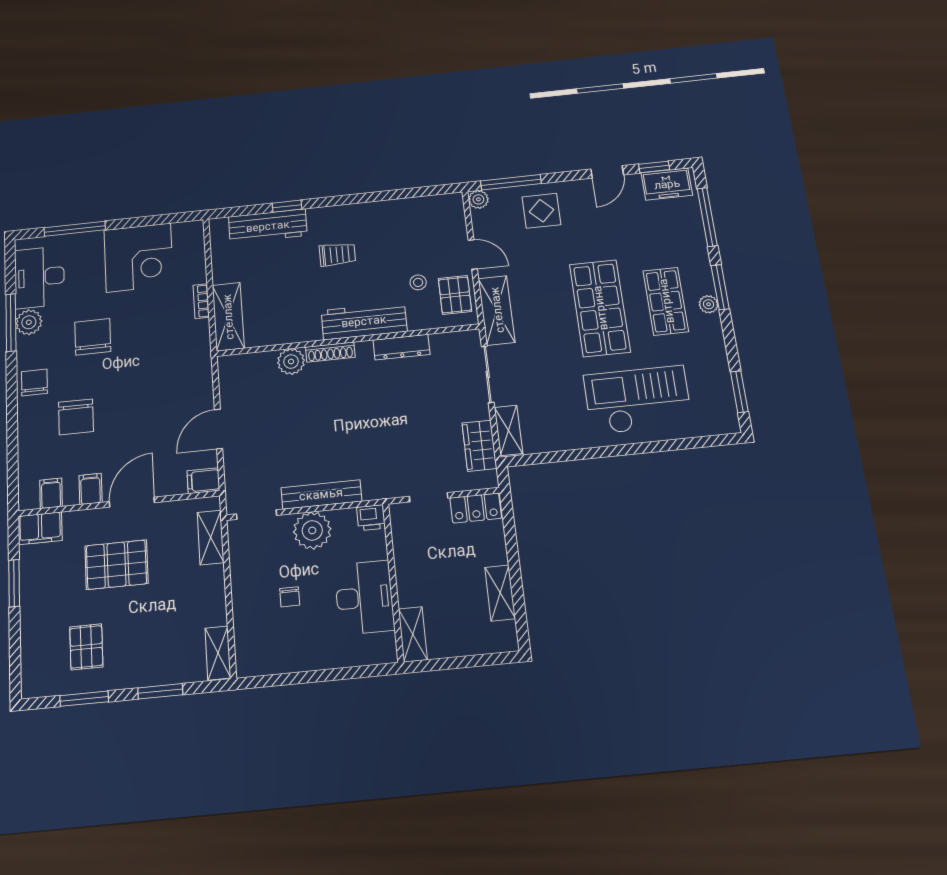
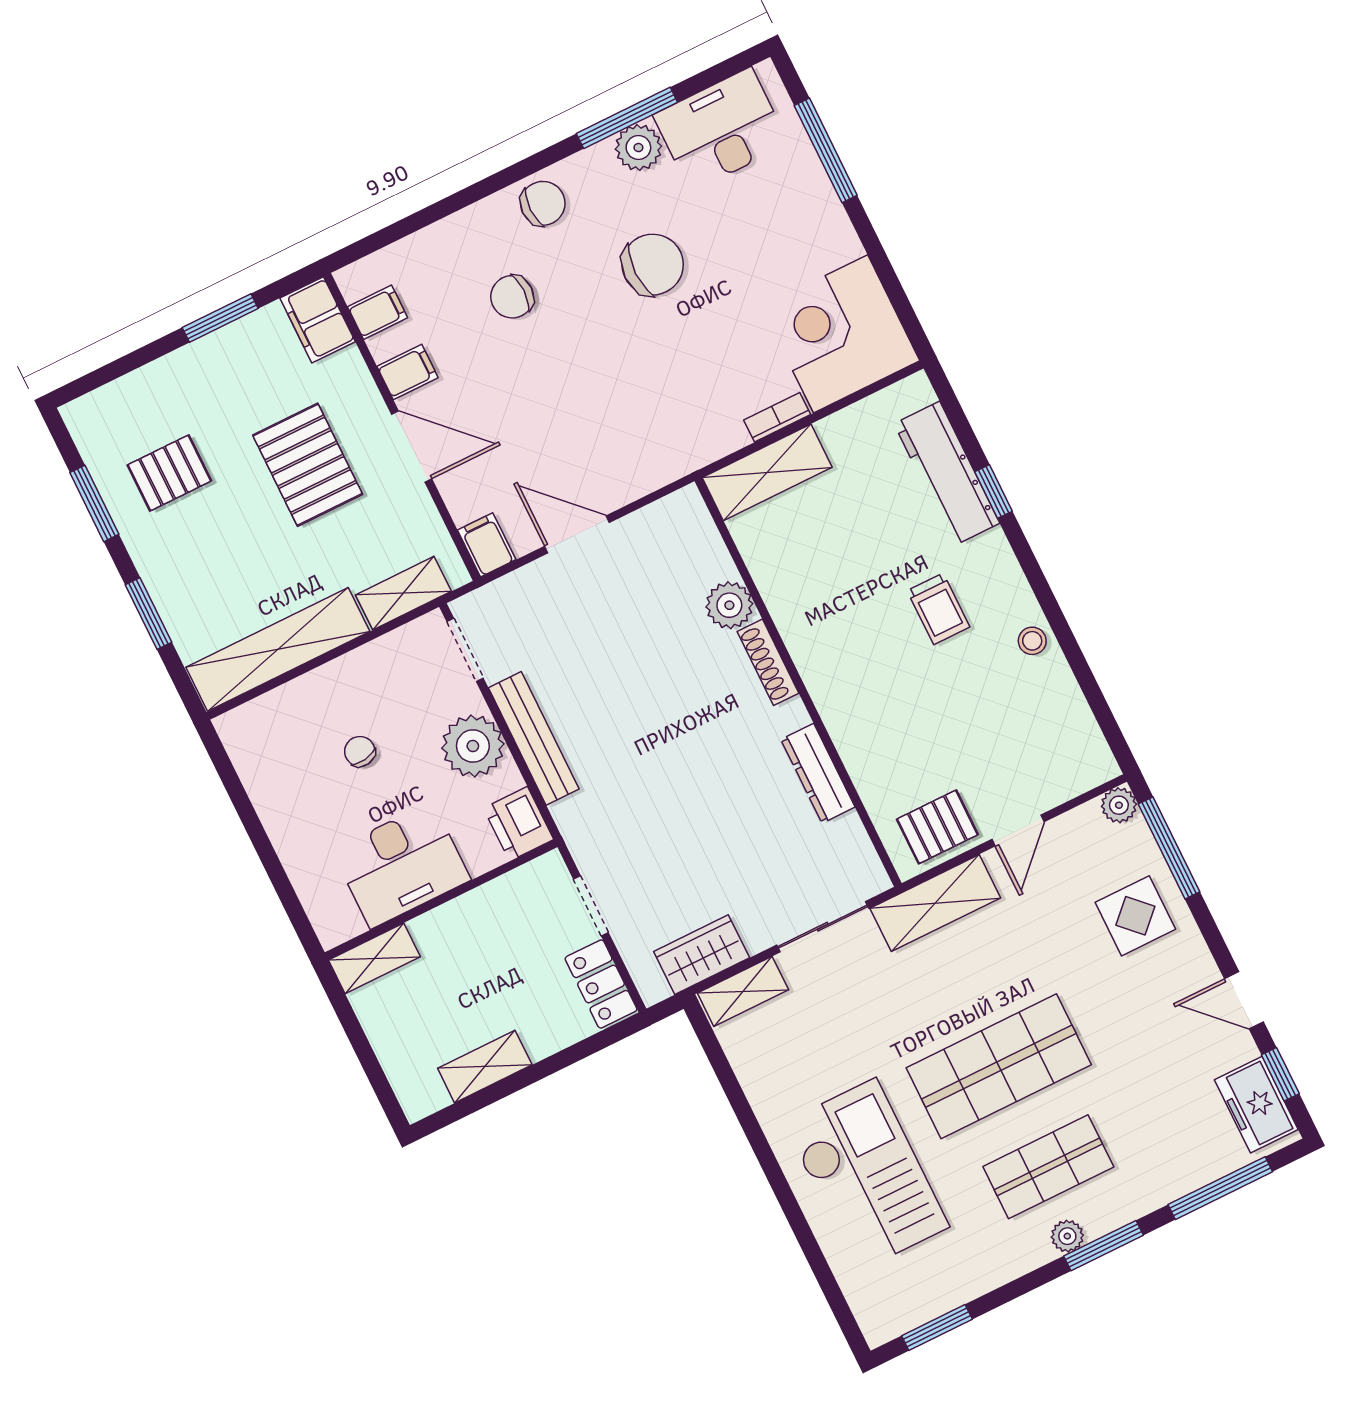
corner desk: (139, 258) -> (841, 334), moved, turned 90
stool: (418, 282) -> (1032, 641), moved
workbench: (364, 321) -> (840, 696), removed
chair: (76, 417) -> (512, 297), width x0.73, depth x0.73
printer: (371, 518) -> (518, 824), width x1.36, depth x1.24
chair: (290, 597) -> (360, 751), turned 81
shelving: (218, 653) -> (278, 649), width x2.20, depth x1.33

